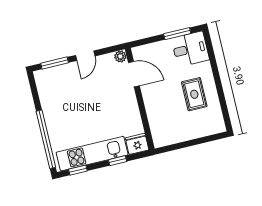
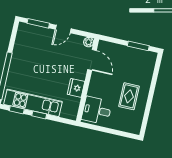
desk: (190, 49) -> (97, 110), moved, turned 180
fridge: (137, 144) -> (76, 88), moved, turned -90
window: (118, 161) -> (39, 115), moved

